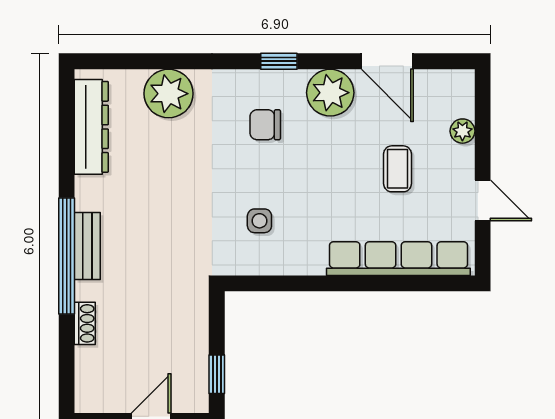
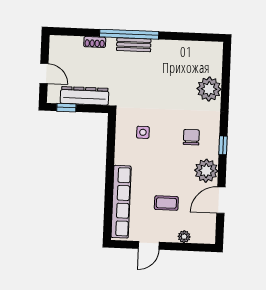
dresser: (91, 127) -> (85, 96), moved, turned 180

